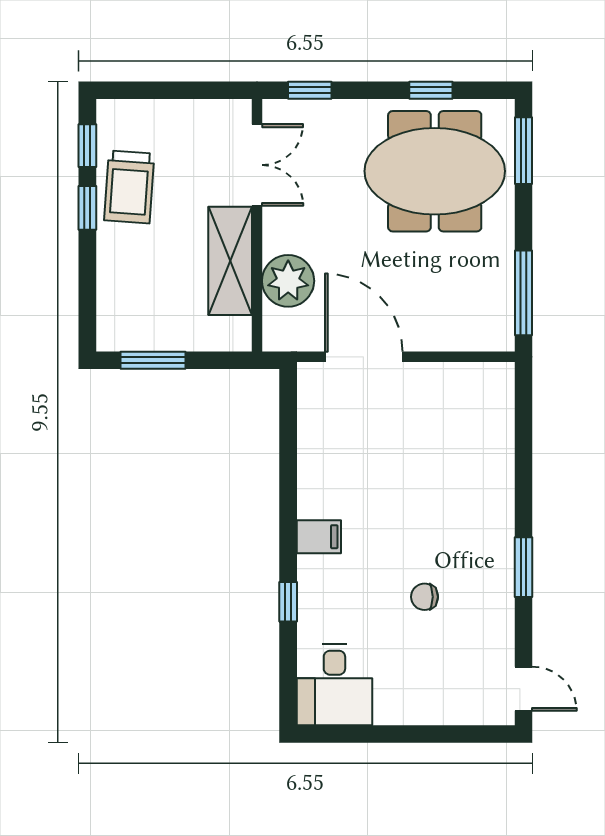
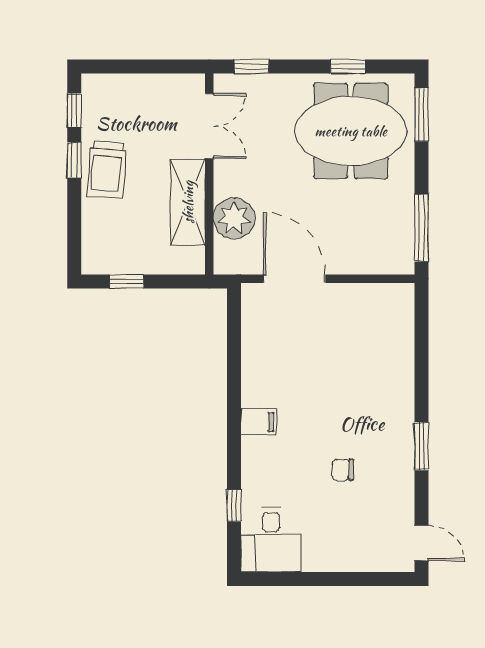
trolley: (129, 187) -> (107, 170), moved
window: (153, 360) -> (127, 281), width x0.67
window: (288, 602) -> (234, 506), moved

